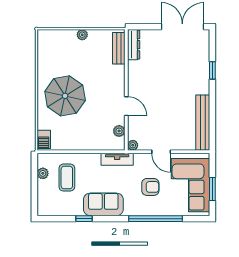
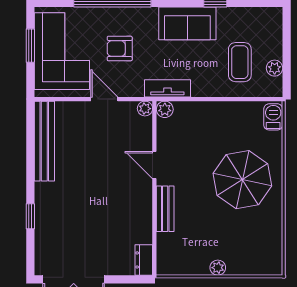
dresser: (134, 45) -> (144, 260), width x0.70
bench: (119, 48) -> (165, 209), moved
plant: (119, 131) -> (165, 109), moved

